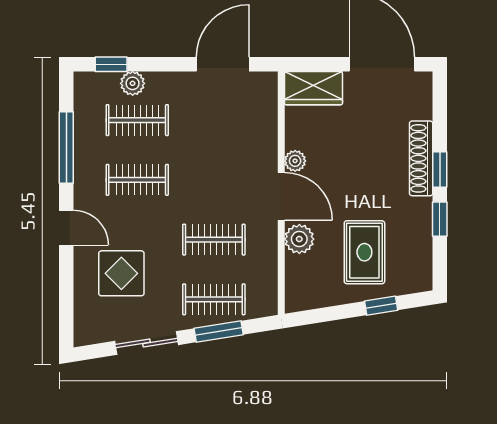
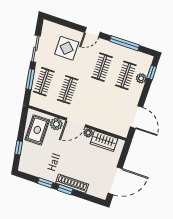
wardrobe: (313, 88) -> (104, 141), moved, turned -90
rug: (364, 252) -> (37, 130), moved, turned 90

